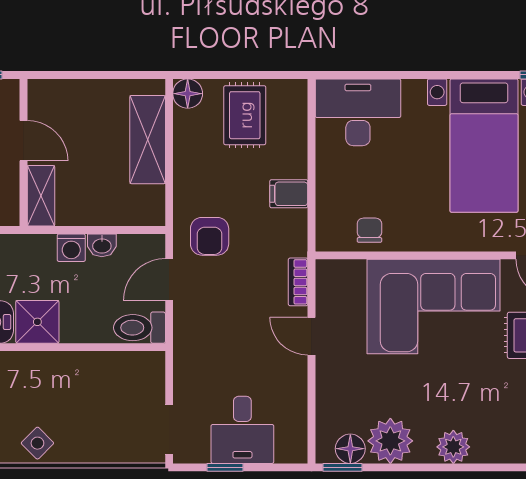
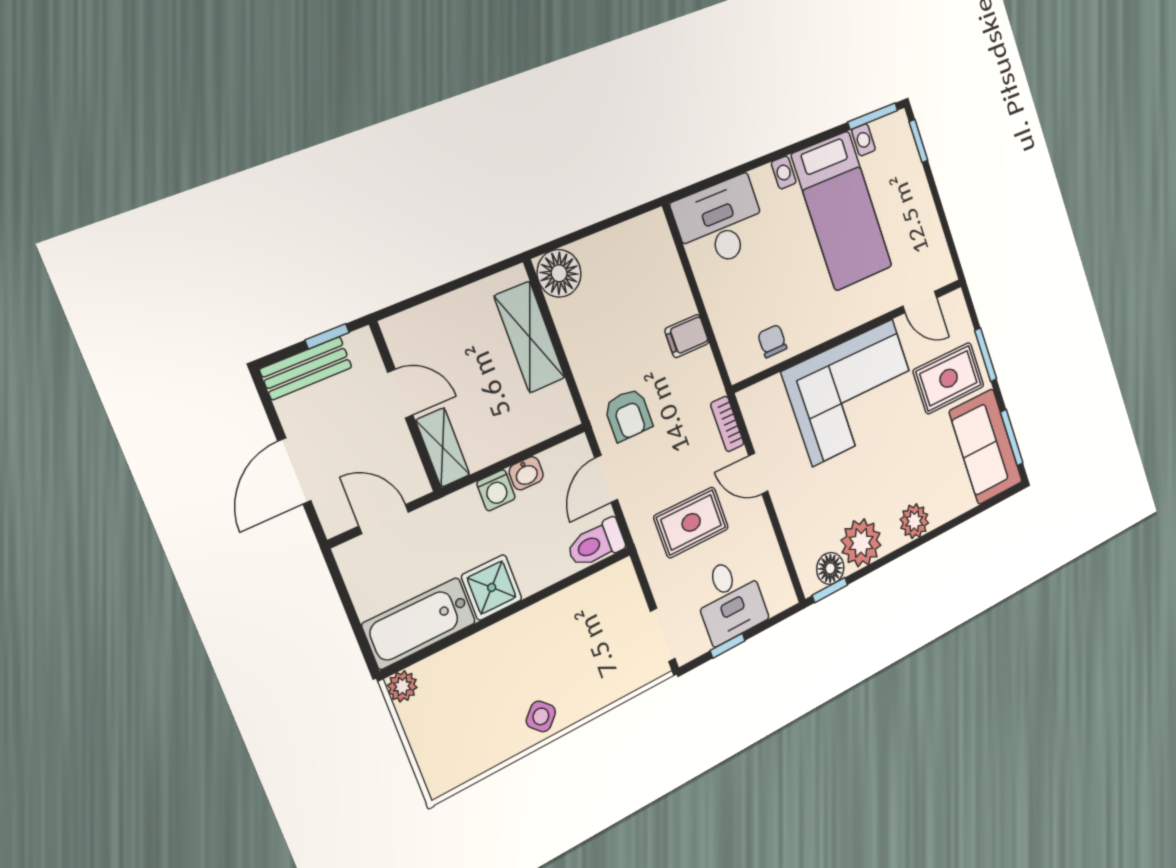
floor lamp: (188, 94) -> (559, 273), width x1.38, depth x1.38
rug: (245, 115) -> (691, 522), moved, turned 90

